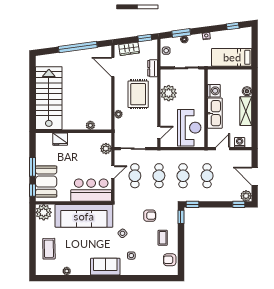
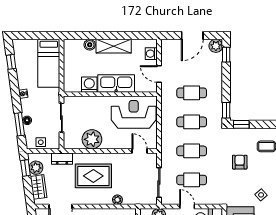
plant: (145, 47) -> (36, 168), added

